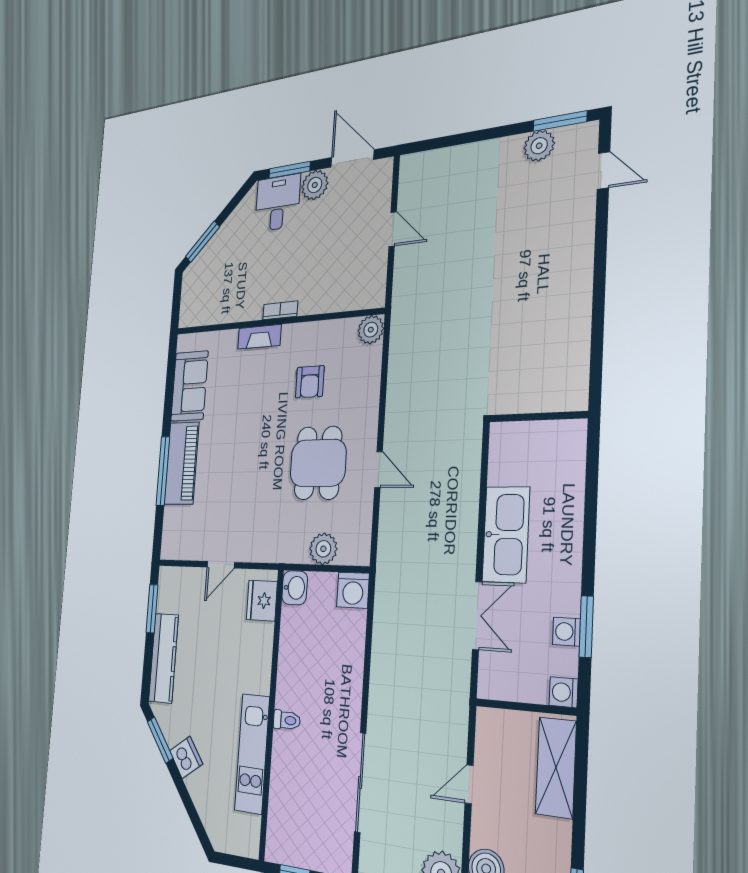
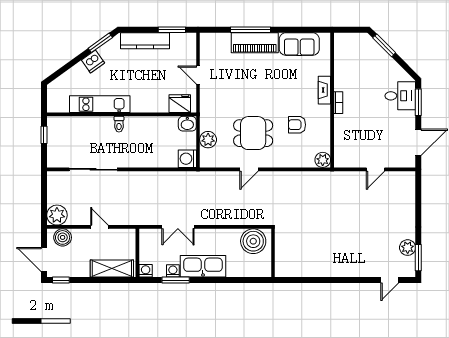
plant: (315, 185) -> (407, 120), removed
boiler: (513, 458) -> (253, 241), added
kitchen sink: (506, 534) -> (203, 266), moved, turned 180

